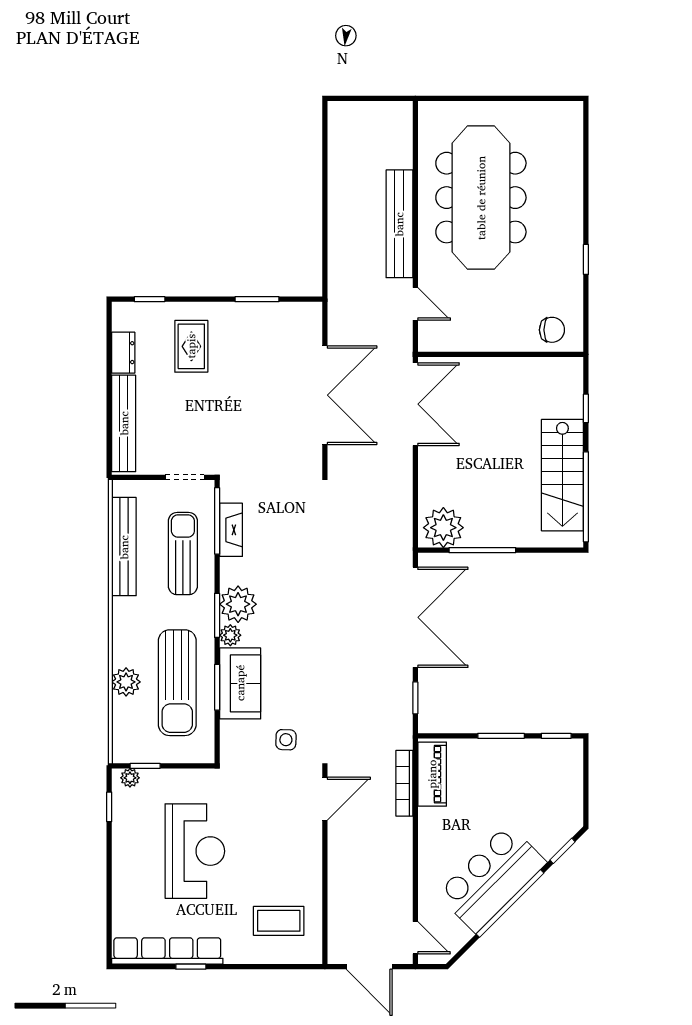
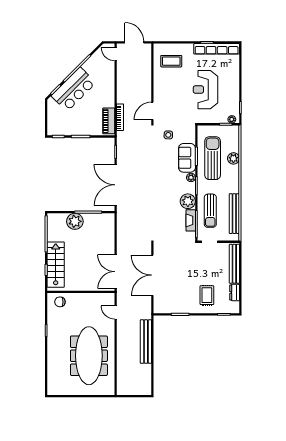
bench: (399, 224) -> (146, 342), moved
stairs: (562, 475) -> (56, 265), moved
plant: (443, 528) -> (75, 221), moved
plant: (238, 604) -> (188, 201), moved
bar counter: (492, 878) -> (74, 89), moved

